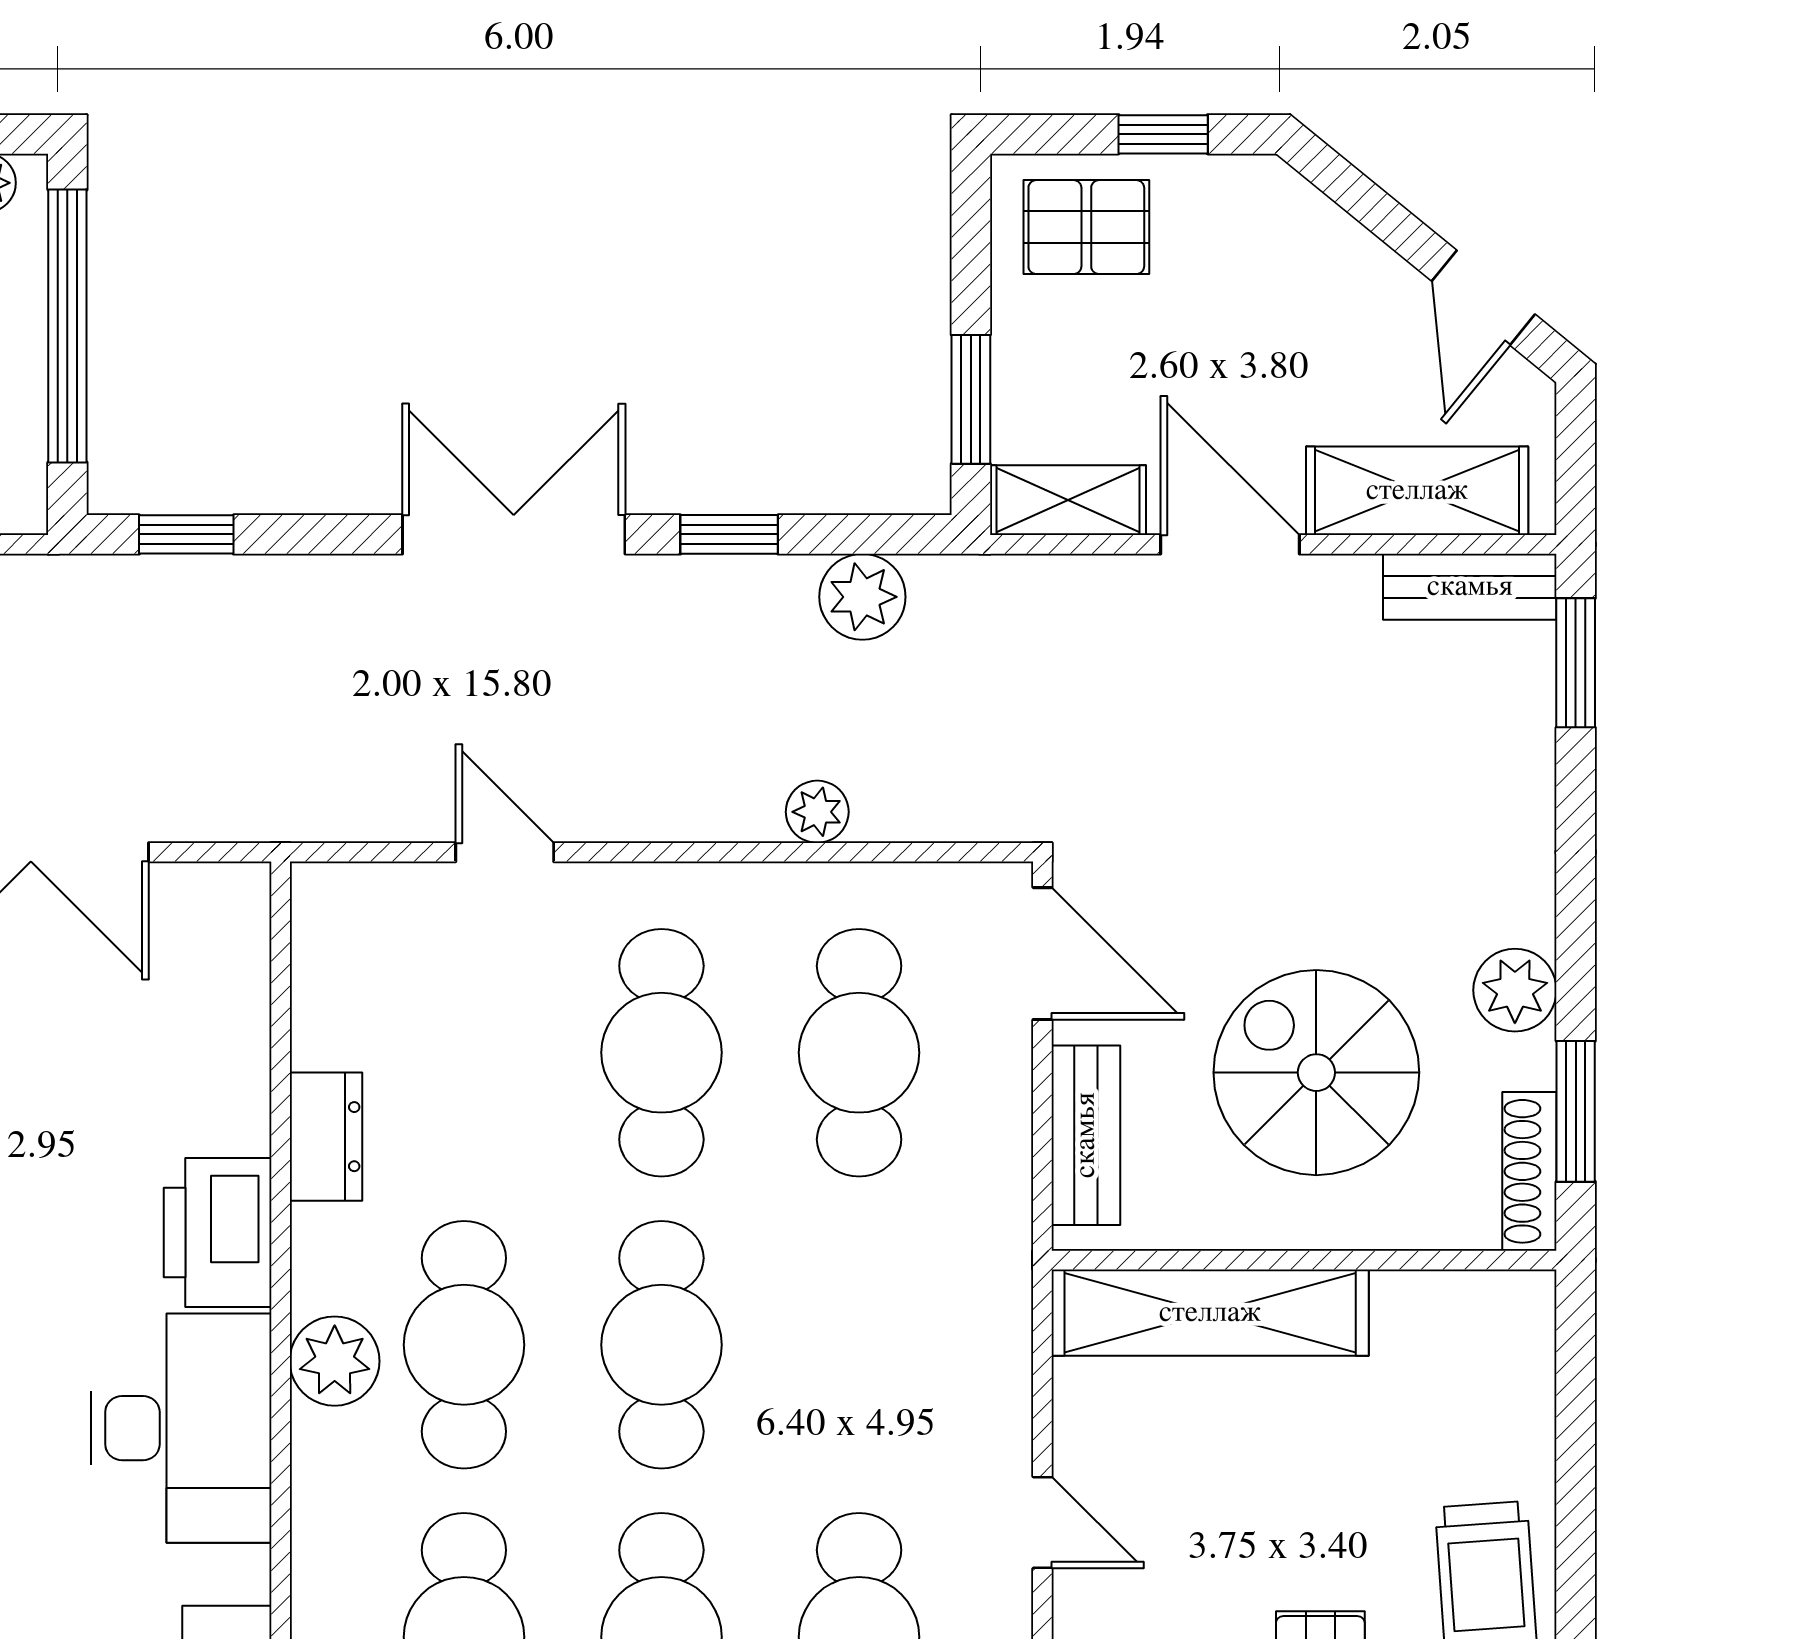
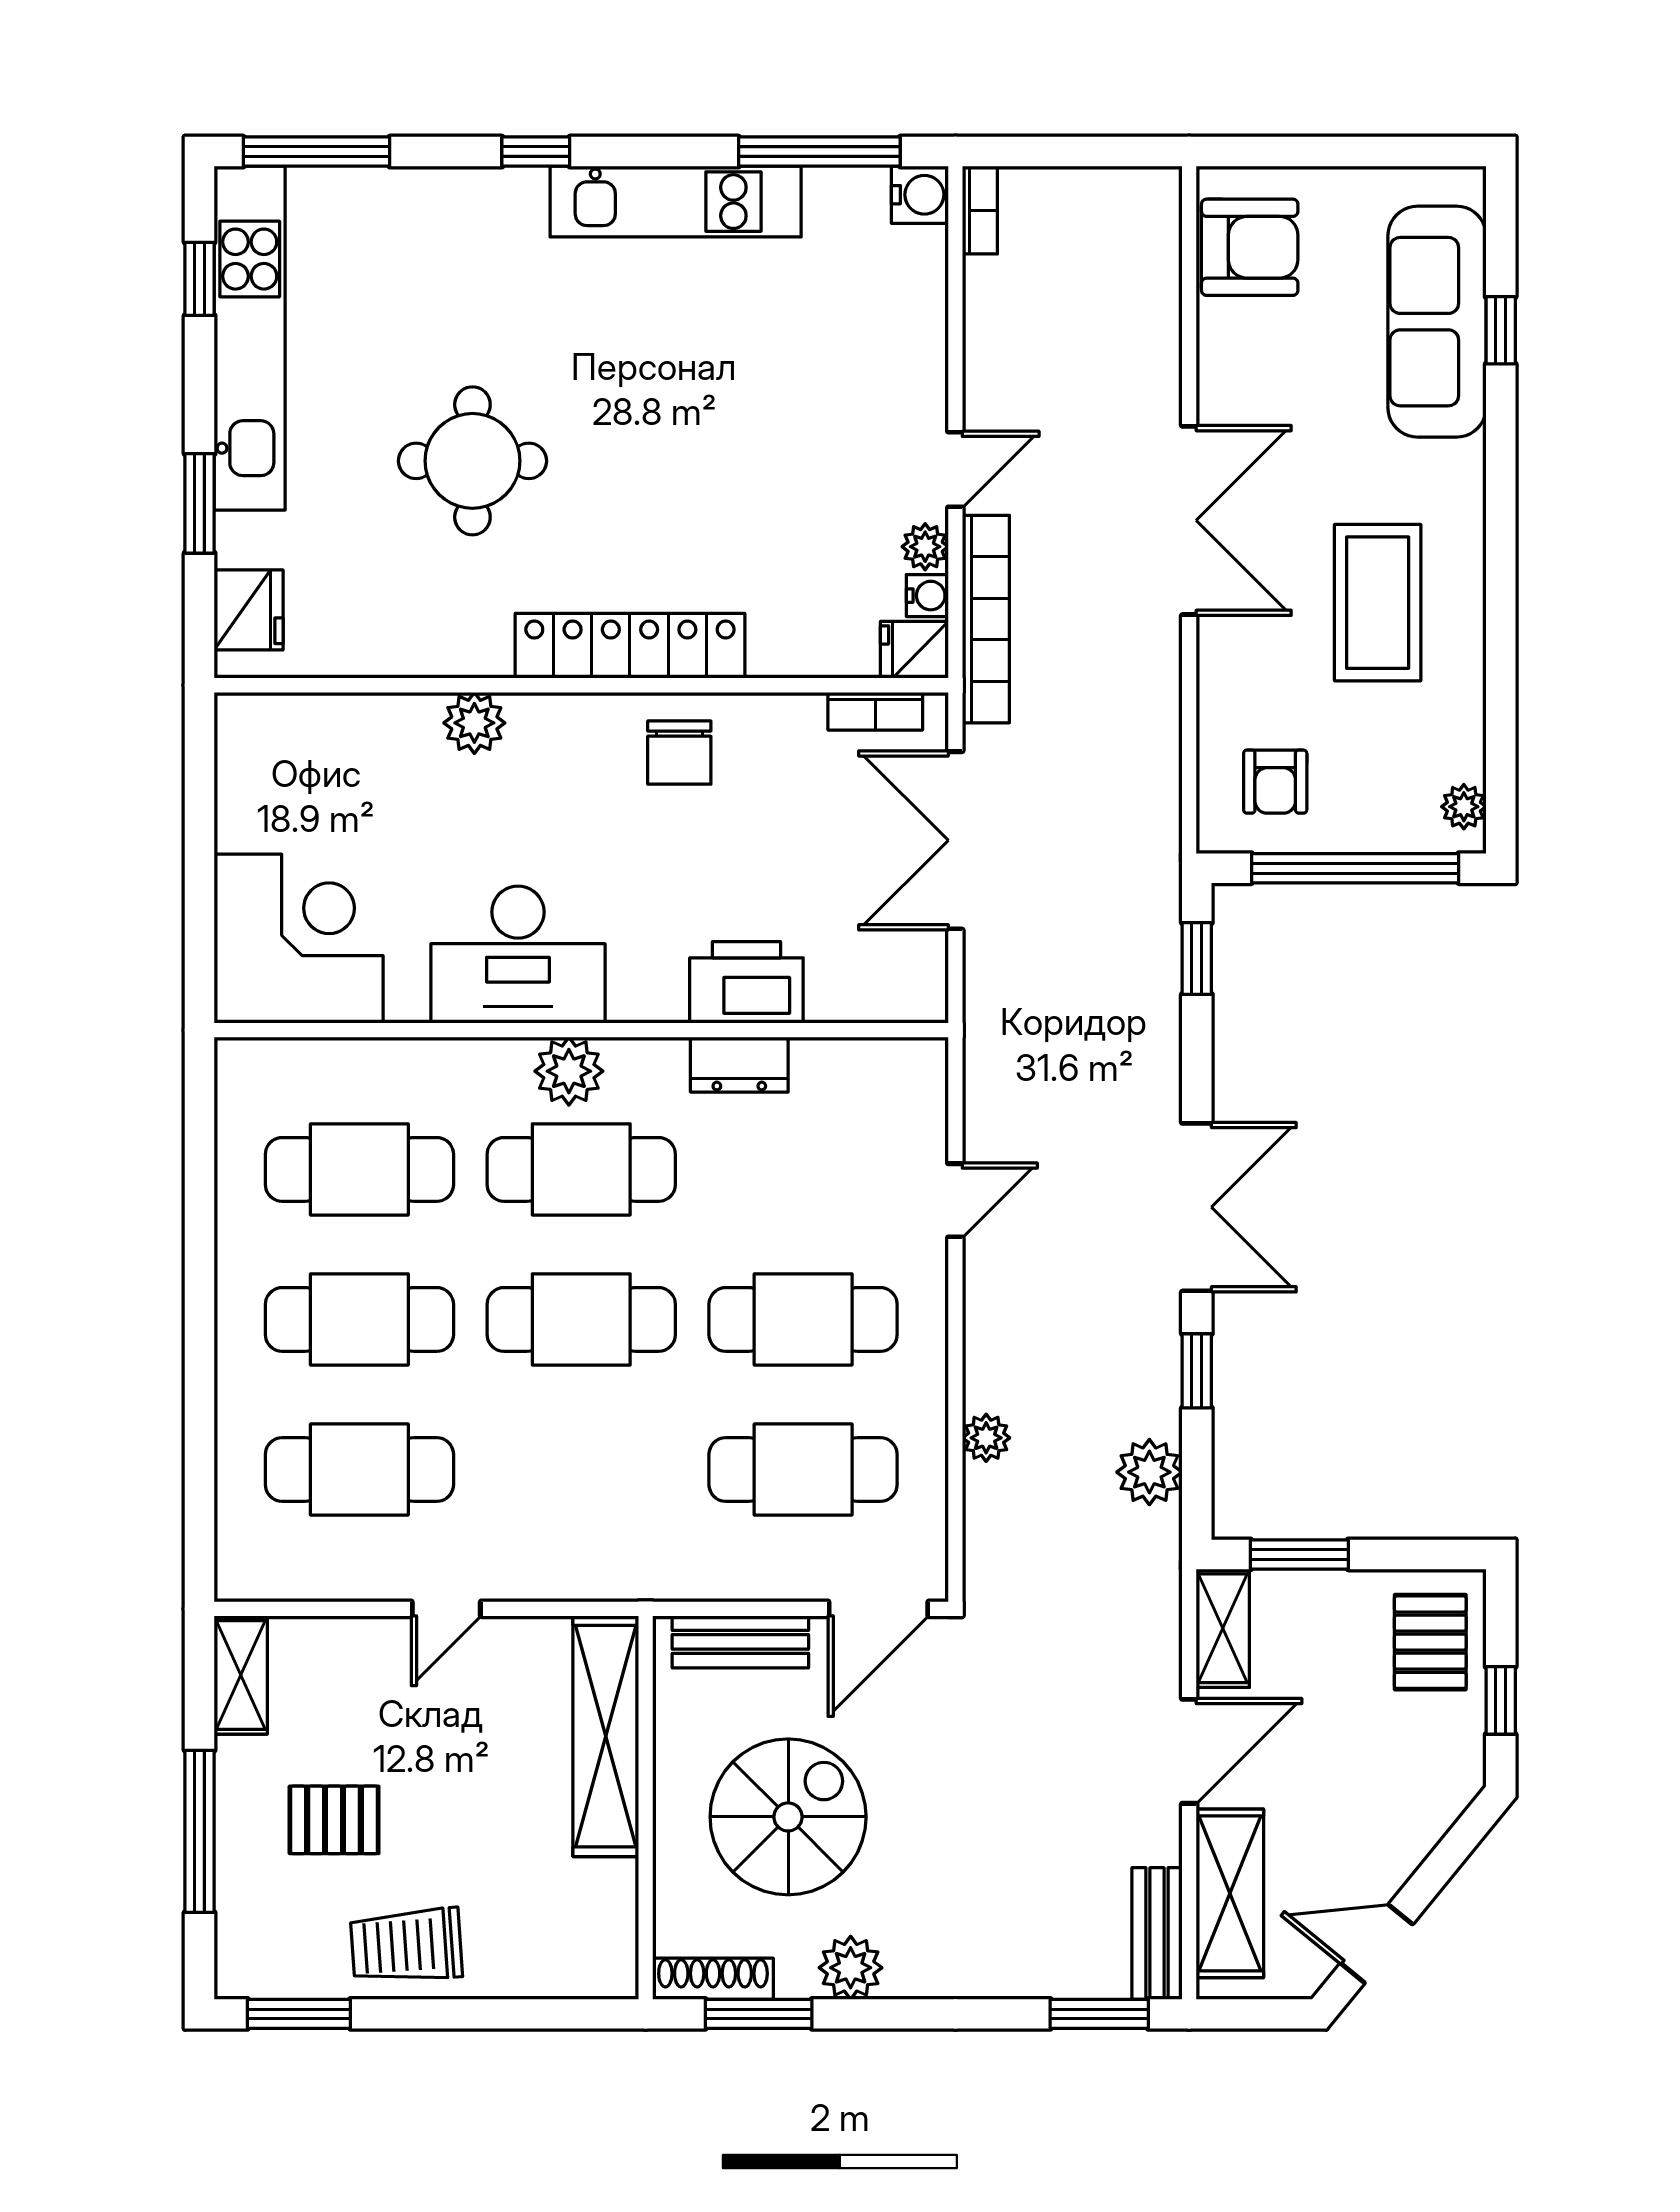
printer: (218, 1232) -> (746, 982), moved

